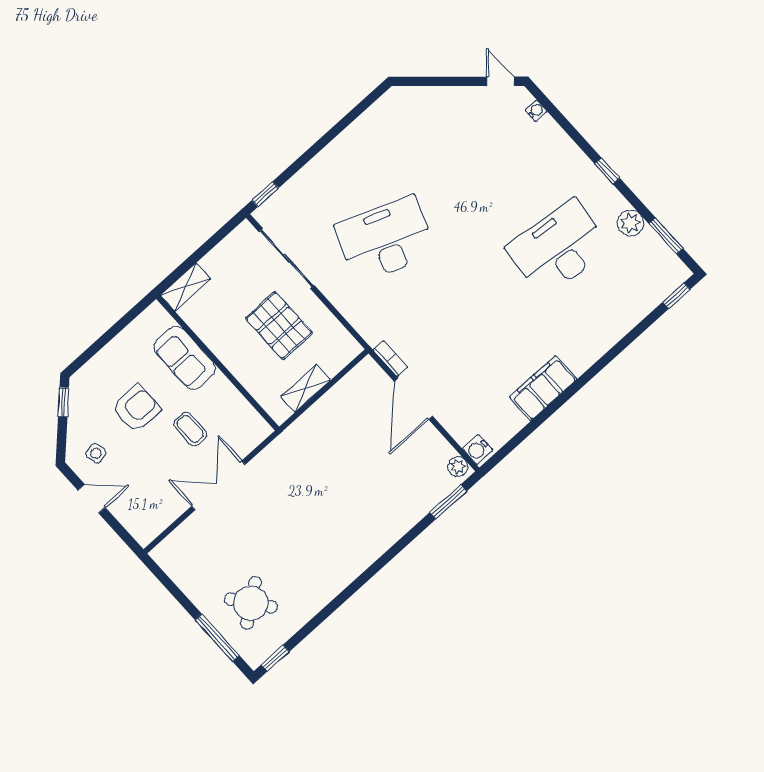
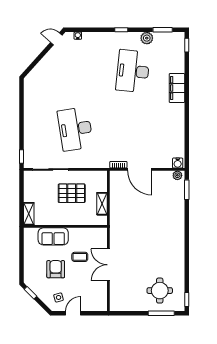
desk: (385, 240) -> (75, 129), turned -30
filing cabinet: (543, 388) -> (177, 88), moved
round table: (251, 603) -> (160, 291), turned 37

